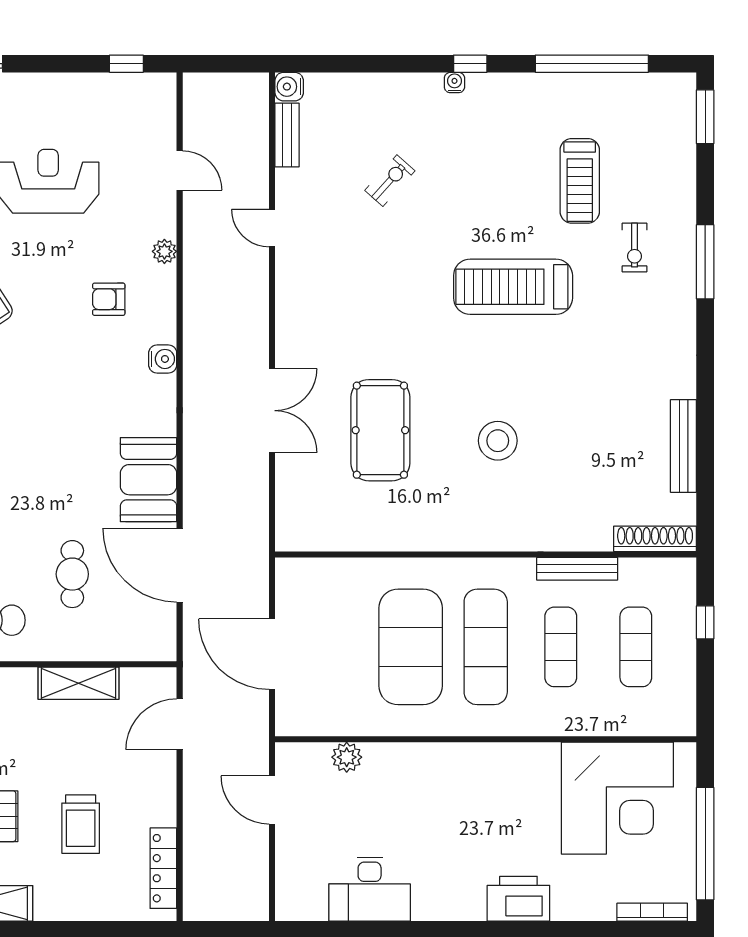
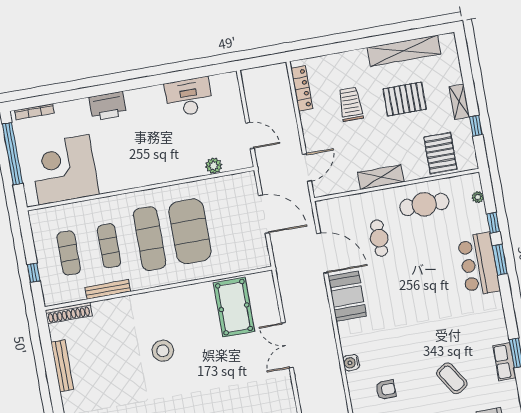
pool table: (380, 430) -> (234, 307), moved
shelving: (78, 683) -> (381, 177), moved

